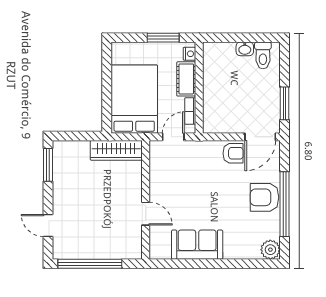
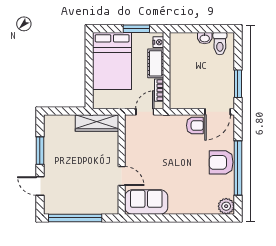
bed: (134, 99) -> (112, 61), moved, turned 180
window: (48, 165) -> (40, 151), moved
sofa: (197, 245) -> (146, 202), moved

